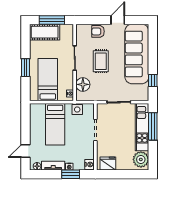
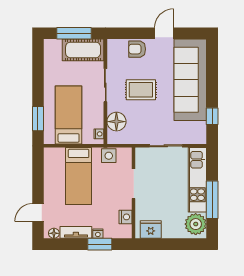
cot: (45, 32) -> (83, 50), moved
rug: (101, 61) -> (141, 90), turned 90
window: (25, 68) -> (38, 119), moved
window: (153, 126) -> (212, 200), moved
nightstand: (89, 164) -> (125, 217), moved

